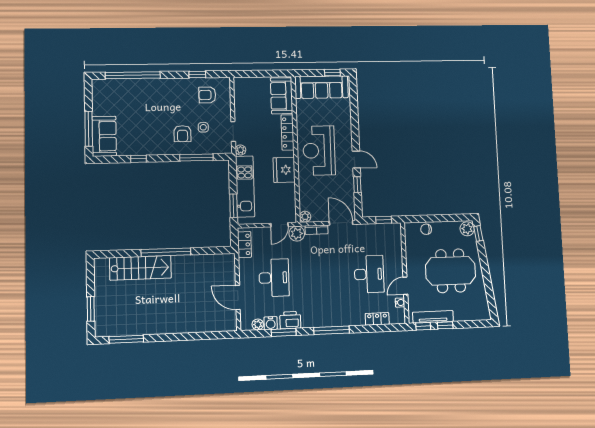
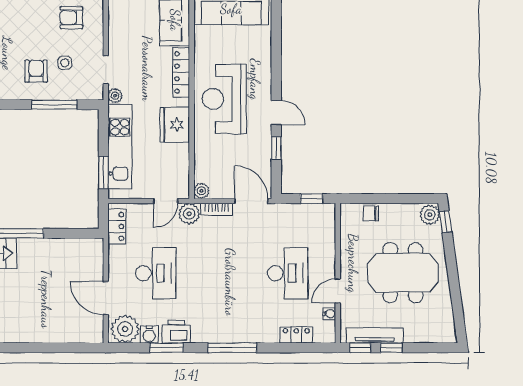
armchair: (182, 134) -> (36, 71), turned 180
plant: (258, 325) -> (125, 329), width x1.88, depth x1.88

